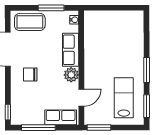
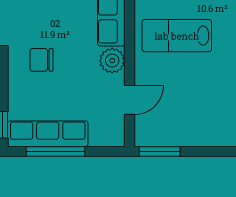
lab bench: (124, 98) -> (177, 36), moved, turned -90
row of seats: (61, 117) -> (48, 134), moved, width x1.48

